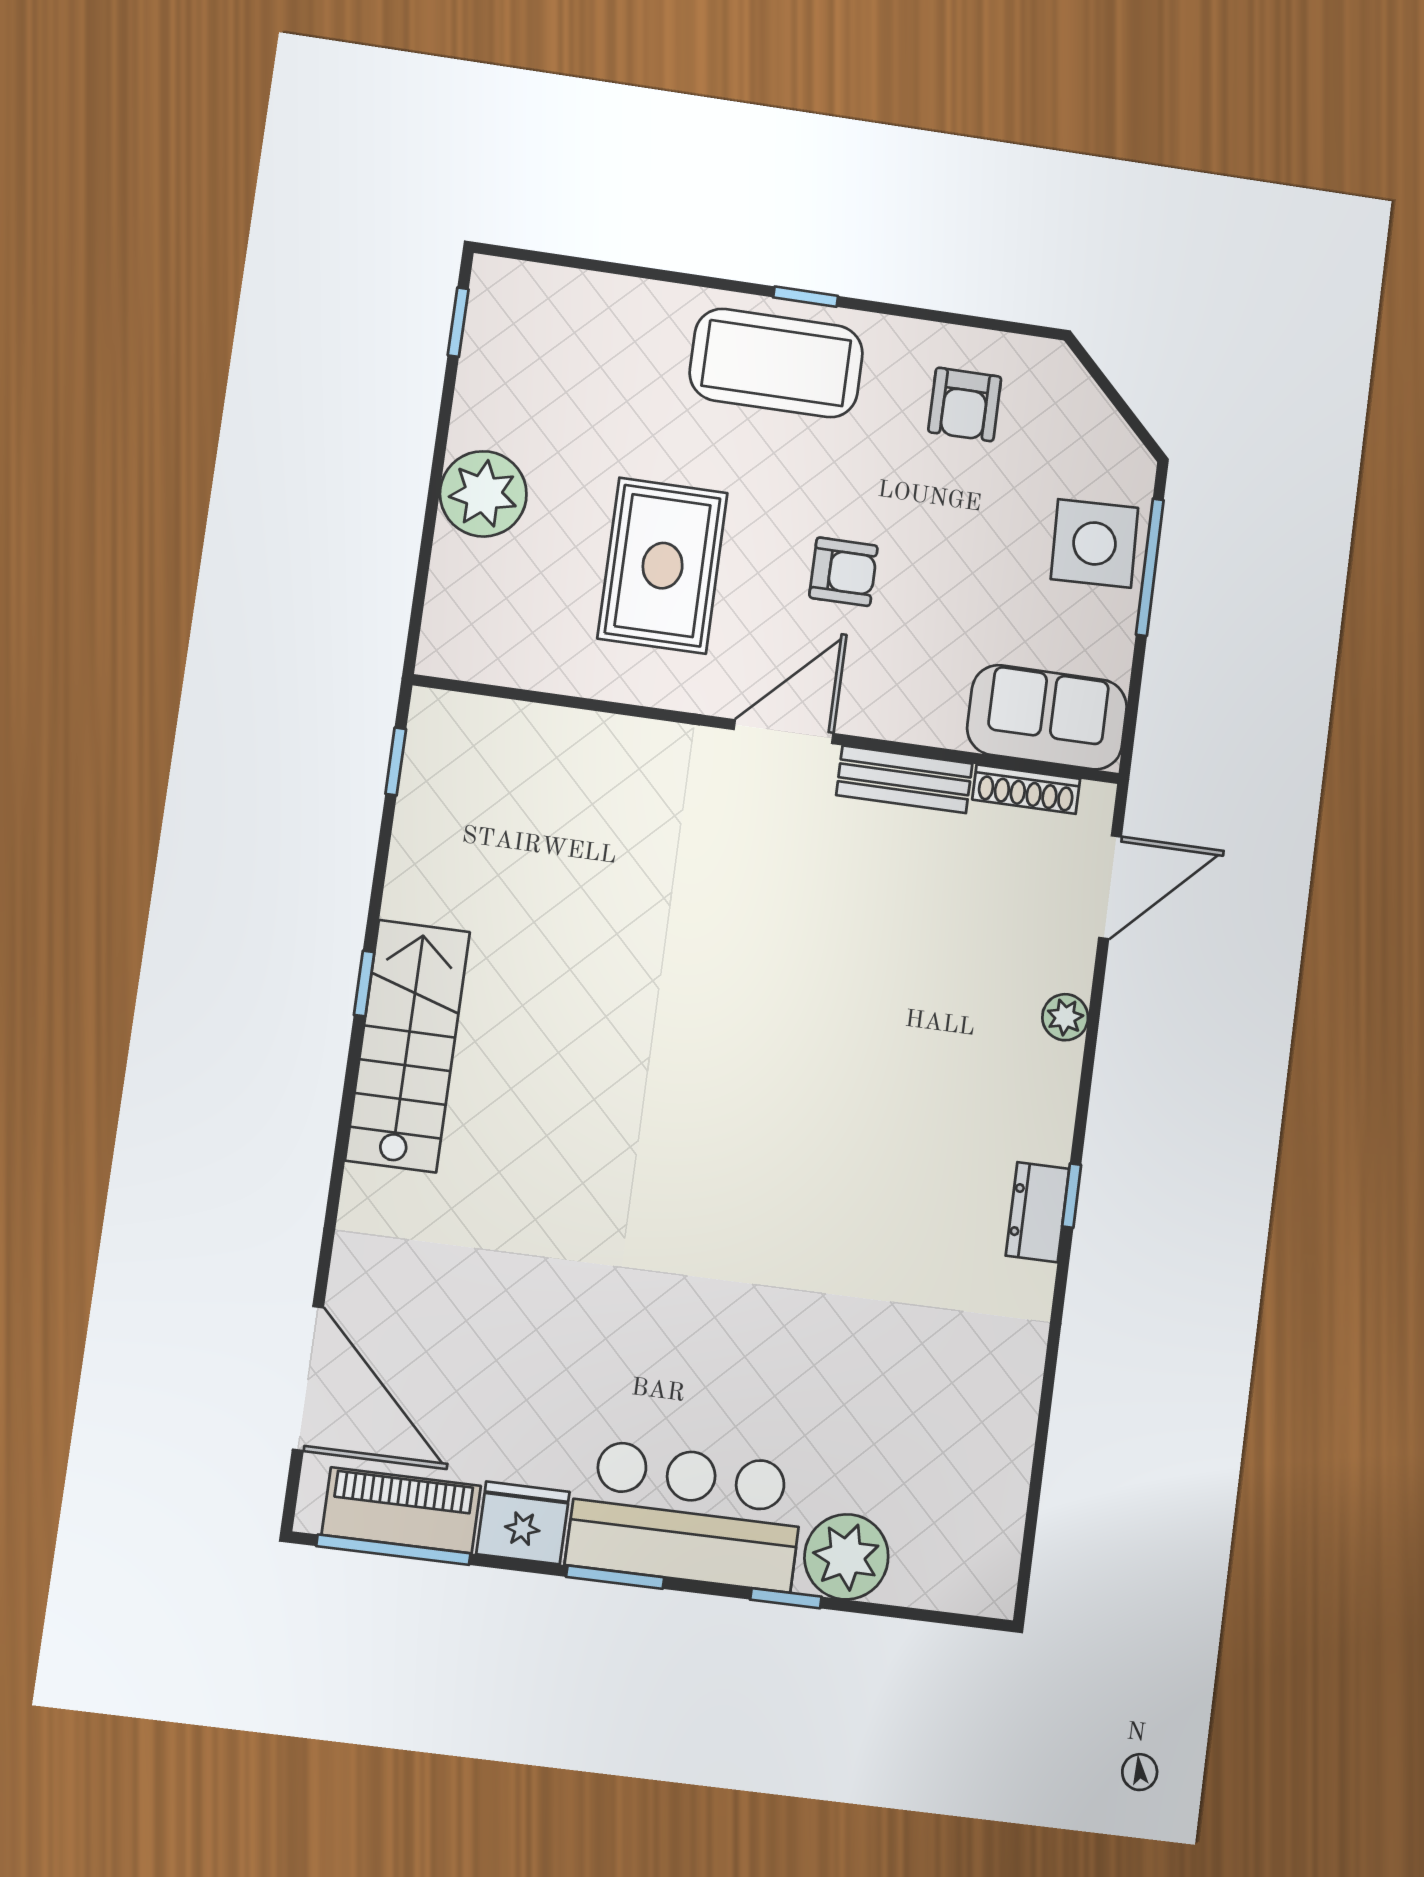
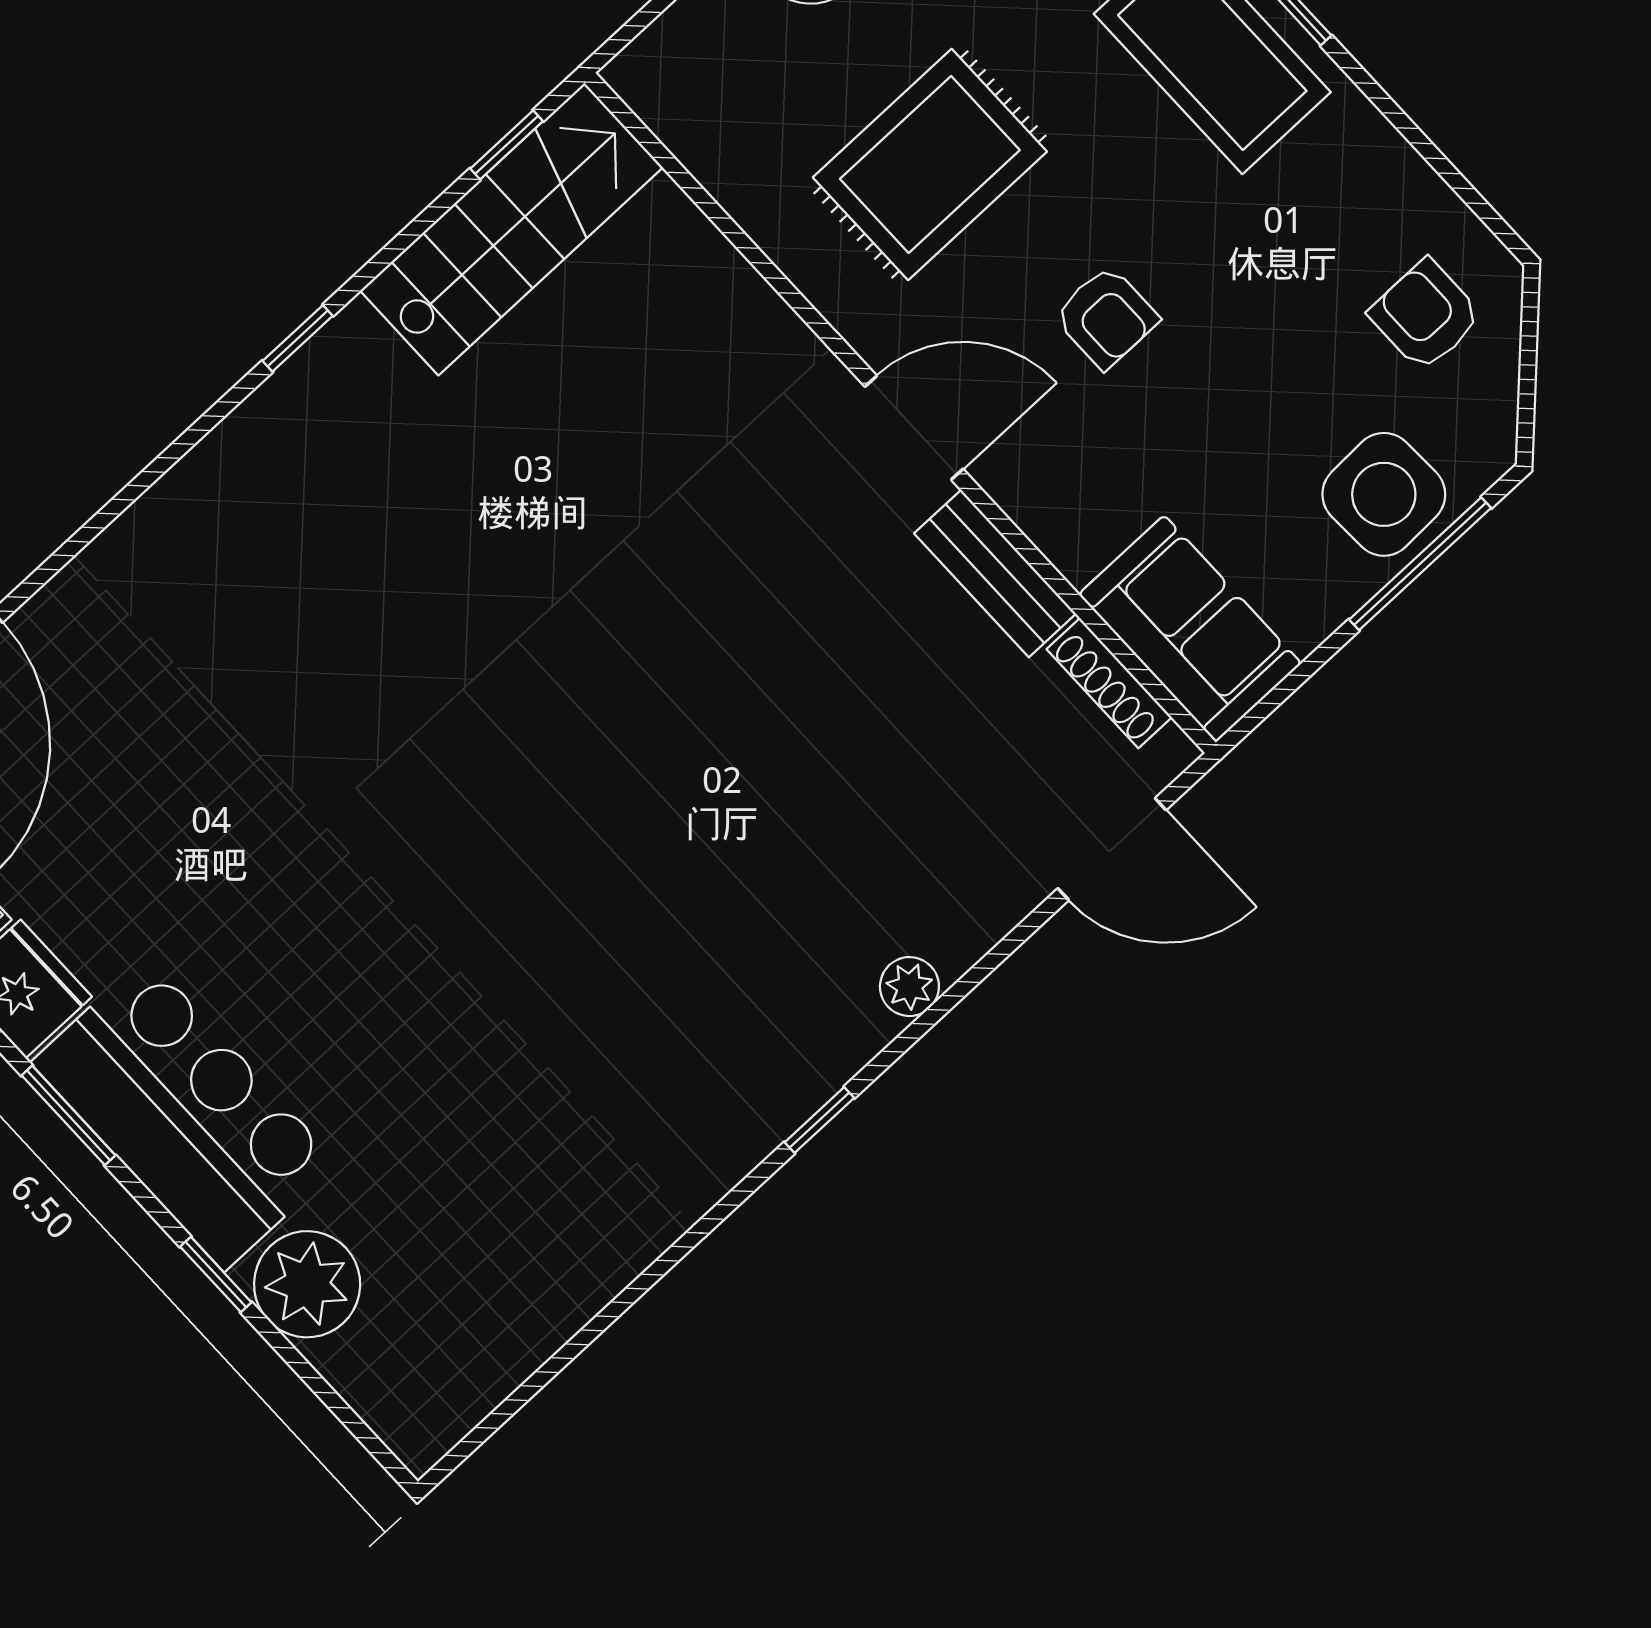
armchair: (965, 404) -> (1425, 315), moved, turned 90
plant: (1065, 1017) -> (909, 987), moved
stairs: (408, 1046) -> (511, 229), moved
dresser: (1037, 1212) -> (772, 1108), removed

